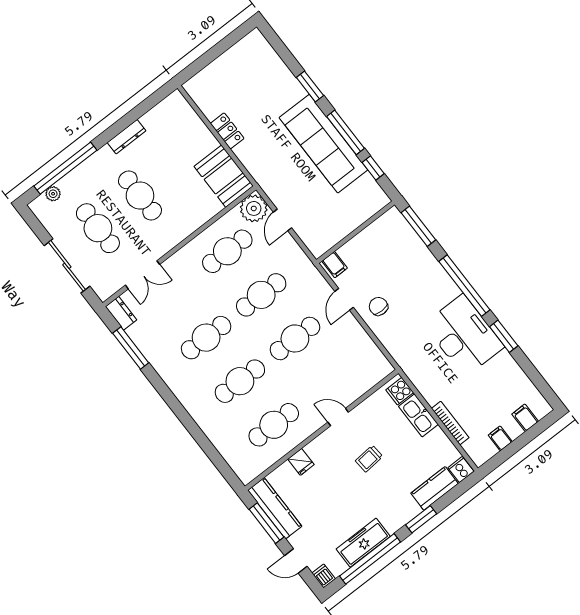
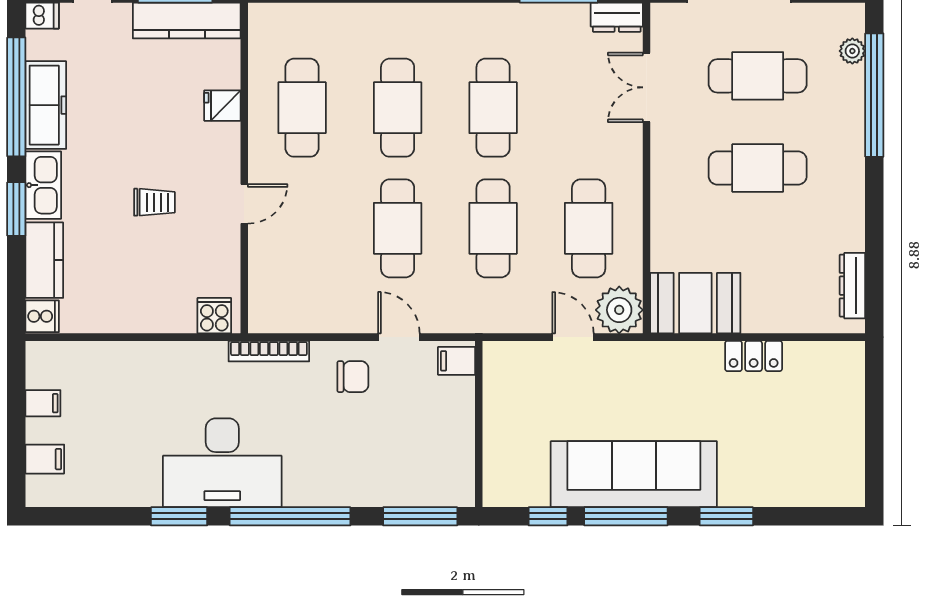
dresser: (127, 137) -> (852, 286), moved
kitchen sink: (418, 415) -> (43, 185), moved, turned 90
bookcase: (450, 423) -> (269, 351), moved
trolley: (369, 459) -> (154, 202), turned 95

